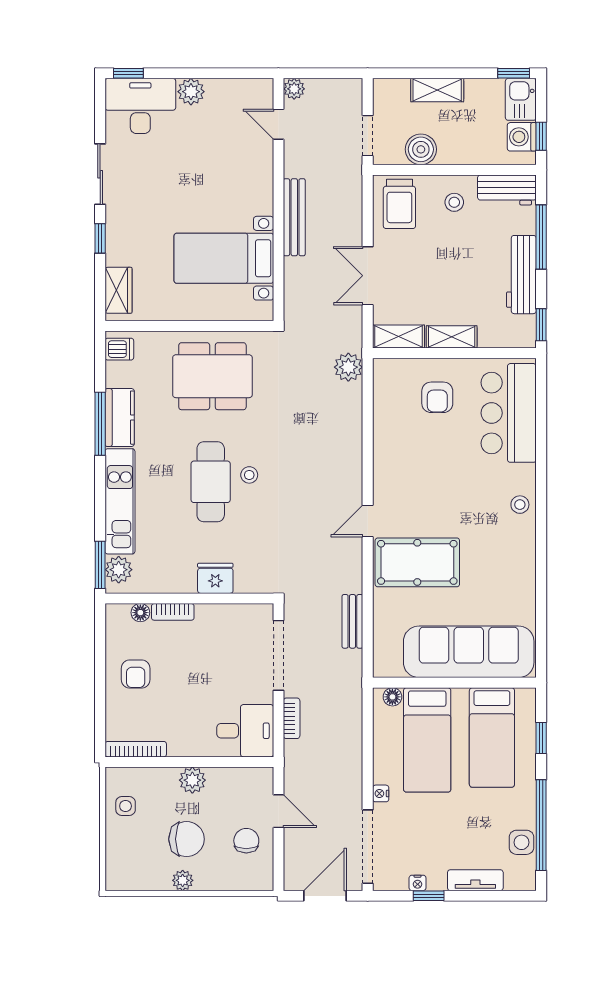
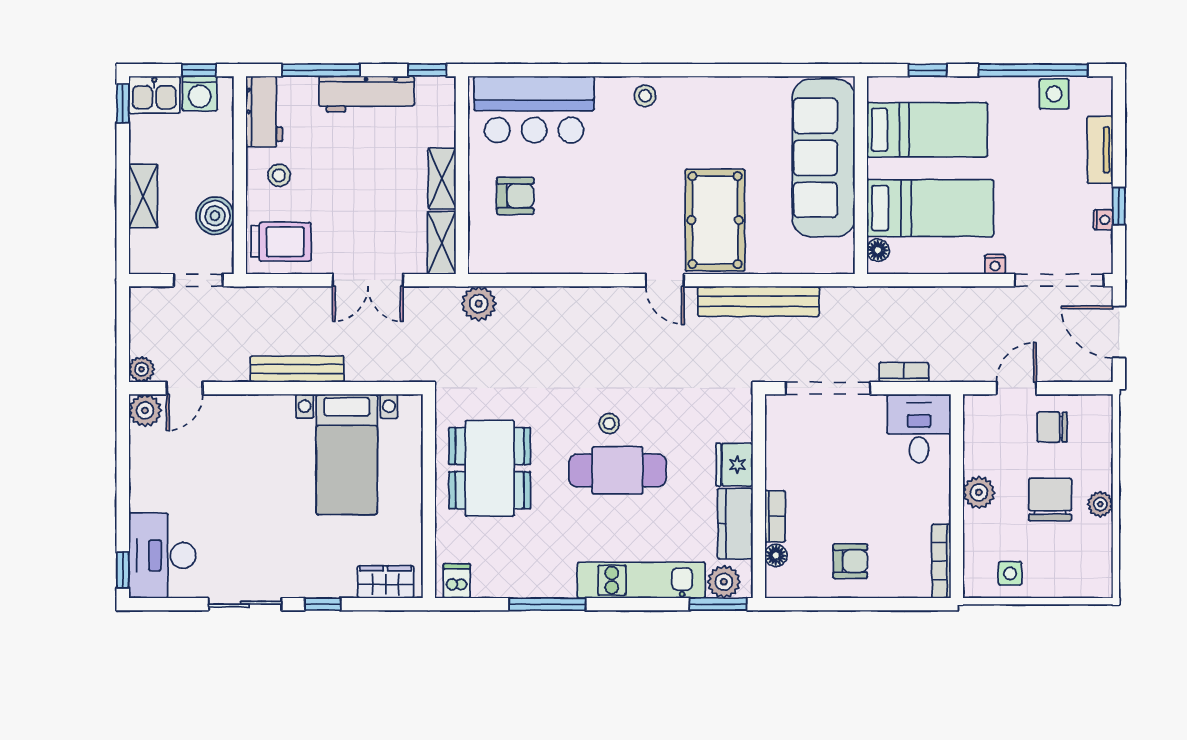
plant: (191, 92) -> (145, 410), moved
kitchen counter: (120, 418) -> (735, 524), moved, turned -90
bench: (352, 621) -> (758, 301), width x1.86, depth x1.21

